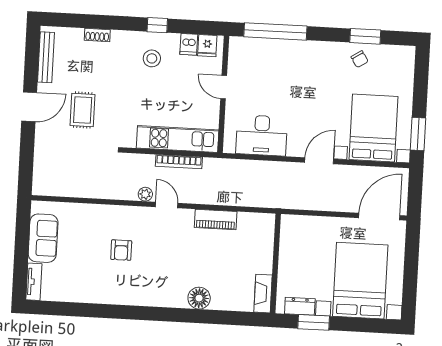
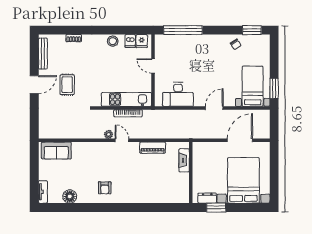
window: (157, 25) -> (110, 30), removed
window: (365, 36) -> (252, 30), moved
stool: (152, 58) -> (113, 41), moved
bed with nightstands: (373, 128) -> (253, 86), width x0.73
door: (379, 217) -> (240, 140), moved
sofa: (43, 238) -> (56, 151), moved, turned 90
armchair: (121, 250) -> (105, 188), moved
fireplace: (263, 294) -> (184, 160), moved
floor lamp: (199, 298) -> (70, 196), moved

